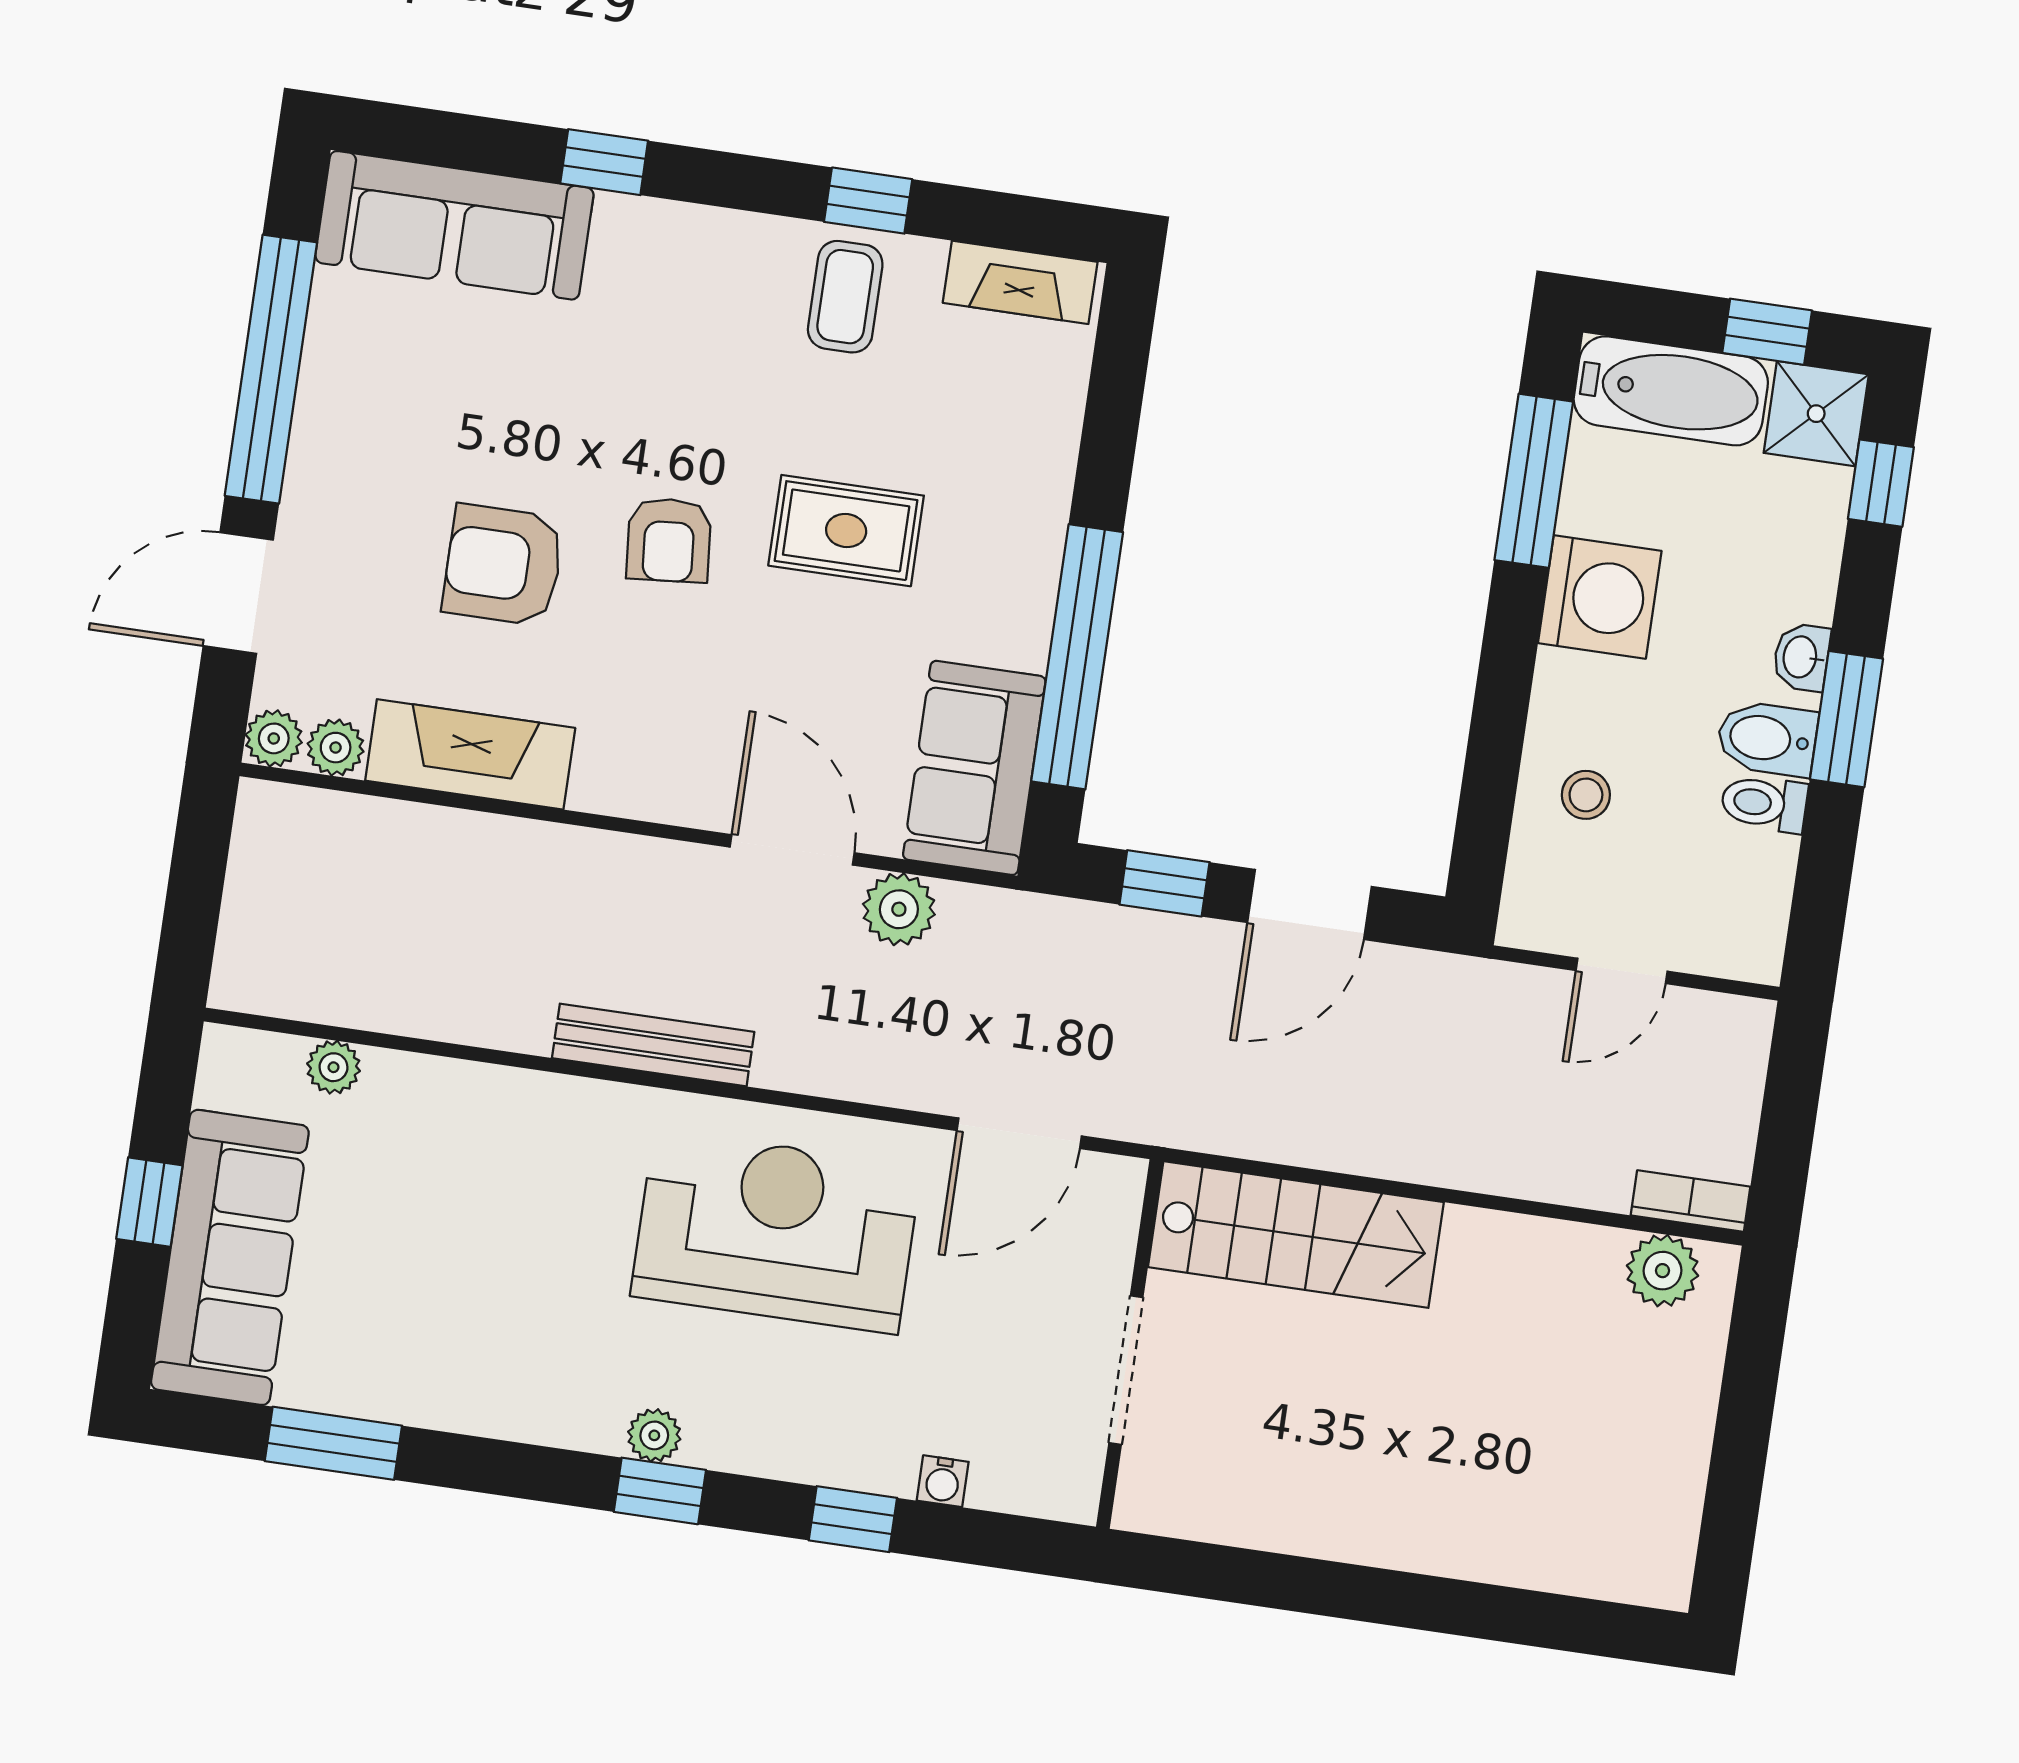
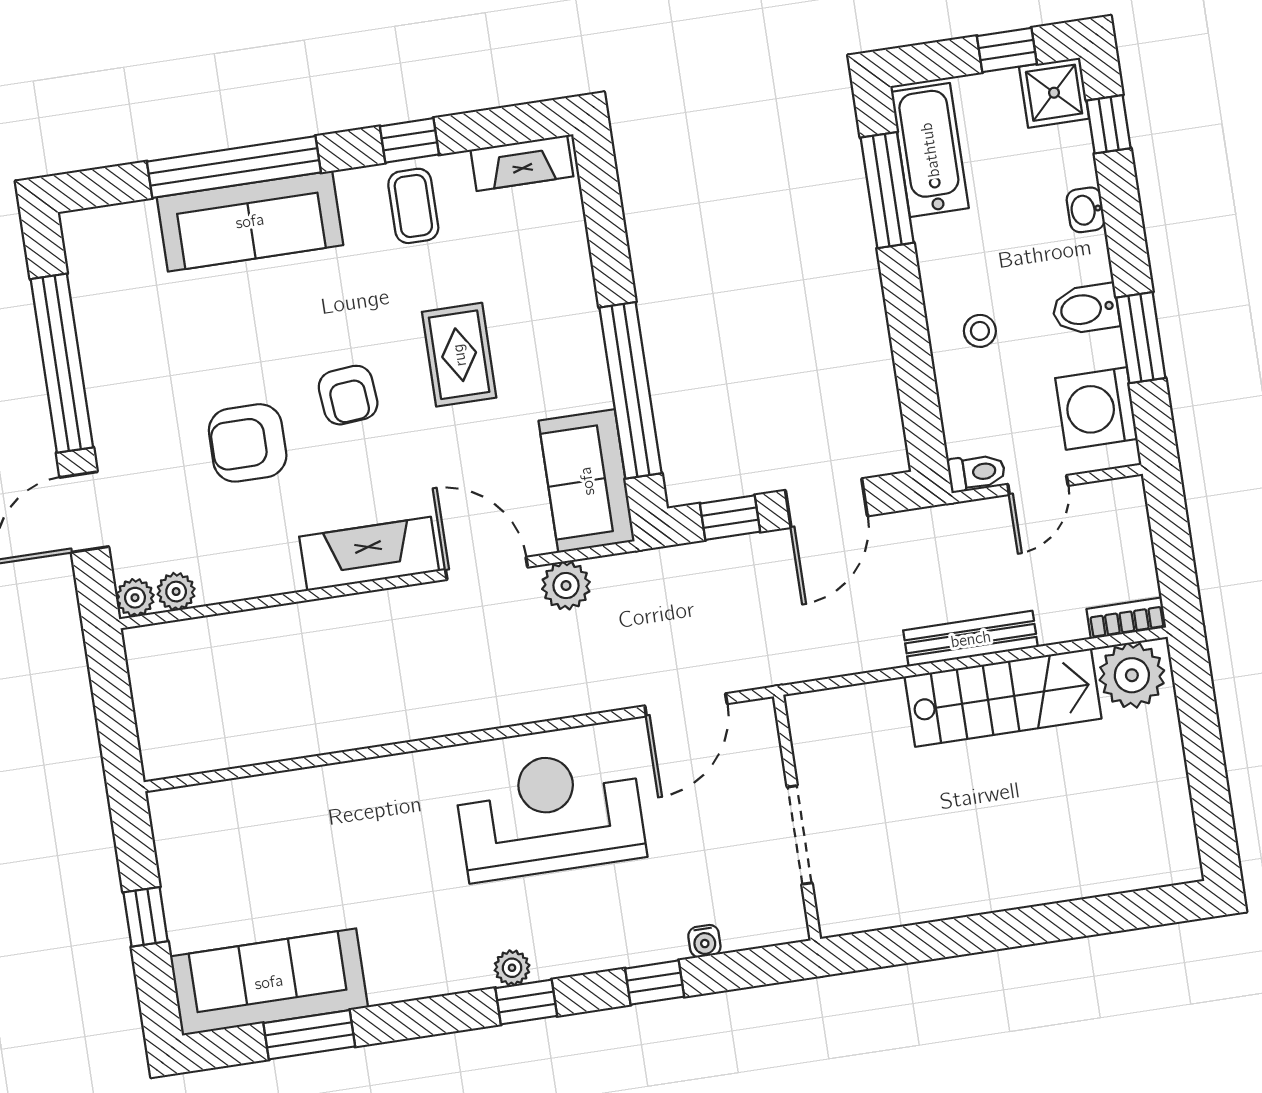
window: (604, 162) -> (234, 167), width x3.17
sofa: (454, 225) -> (250, 221), moved
bathtub: (1671, 391) -> (930, 150), moved, turned -90
rug: (846, 531) -> (459, 355), turned 90
washing machine: (1600, 597) -> (1096, 408), moved, turned 180
washbasin: (1801, 657) -> (1086, 210), moved
window: (1846, 719) -> (1141, 338), moved
fireplace: (470, 754) -> (369, 554), moved
stool: (1586, 795) -> (980, 331), moved
toilet: (1764, 803) -> (976, 472), moved, turned 180
bench: (653, 1045) -> (971, 639), moved
plant: (334, 1067) -> (237, 795), removed
stairs: (1296, 1235) -> (1003, 697), moved
sofa: (230, 1257) -> (269, 982), moved, turned -90
plant: (1663, 1271) -> (1132, 675), width x1.36, depth x1.36

